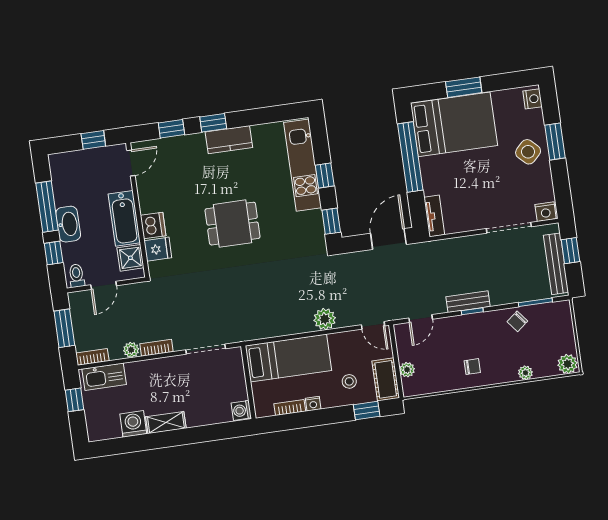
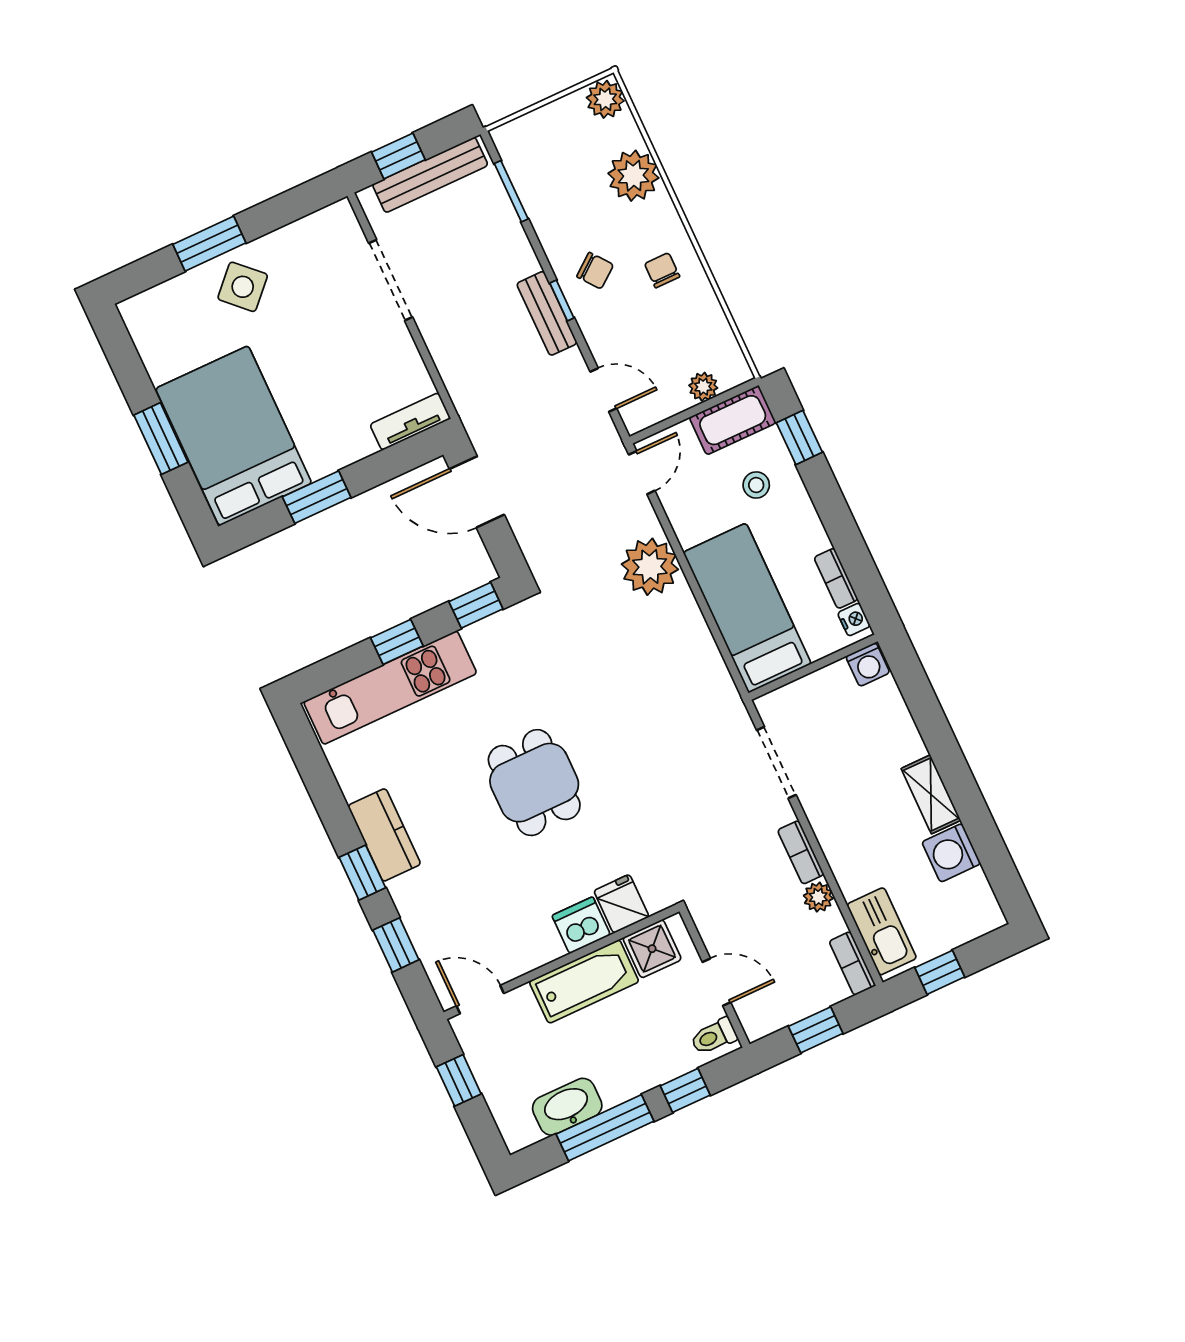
nightstand: (533, 99) -> (144, 308), removed
window: (410, 157) -> (317, 497), width x0.47
nightstand: (546, 212) -> (341, 222), removed
washbasin: (68, 224) -> (567, 1107), moved
plant: (325, 319) -> (650, 567), width x1.36, depth x1.36
chair: (517, 321) -> (595, 271), moved
window: (64, 328) -> (816, 1030), width x0.67
plant: (525, 373) -> (633, 176), width x1.88, depth x1.88
nightstand: (313, 404) -> (854, 620), moved

